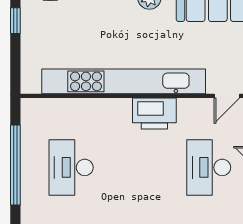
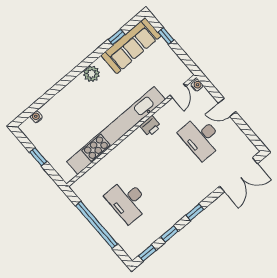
window: (15, 21) -> (38, 157), moved
printer: (154, 113) -> (150, 126), width x0.53, depth x0.68

